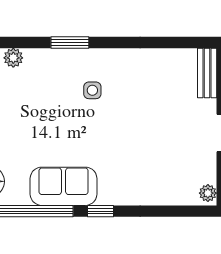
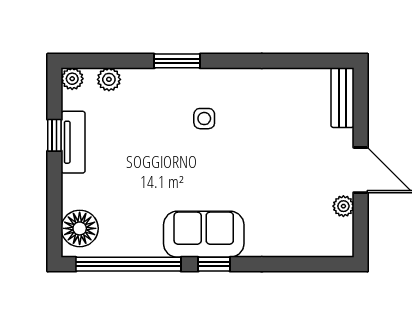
sofa: (64, 186) -> (204, 234), moved
plant: (208, 193) -> (343, 206), moved

